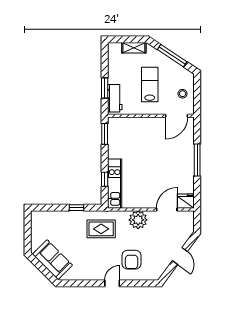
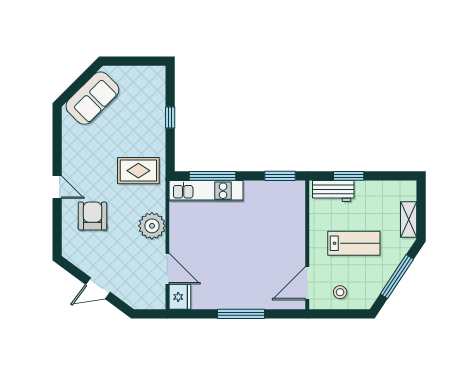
door: (177, 116) -> (307, 283), hinge flipped
window: (105, 179) -> (213, 176), width x2.17
window: (77, 208) -> (170, 118), moved
rug: (101, 229) -> (138, 171), turned 90
armchair: (132, 260) -> (93, 216), turned 90

